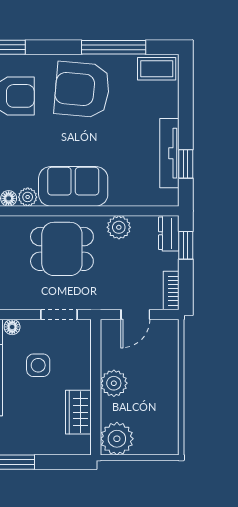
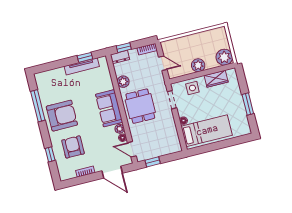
coffee table: (157, 69) -> (43, 83), removed
armchair: (82, 90) -> (62, 116), turned -95
side table: (38, 365) -> (192, 88), moved

